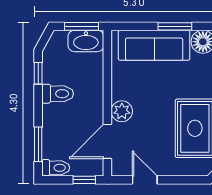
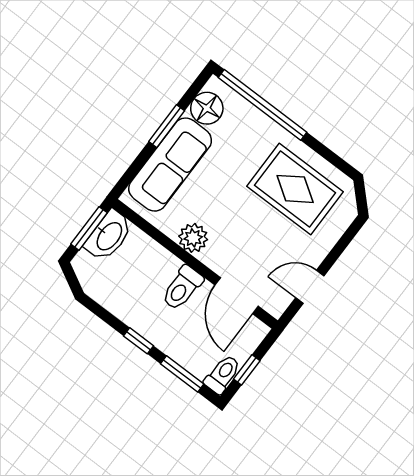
window: (38, 73) -> (138, 341), moved
toilet: (58, 94) -> (182, 288), moved, turned 180
plant: (122, 111) -> (193, 238), moved
window: (84, 180) -> (247, 370), moved

